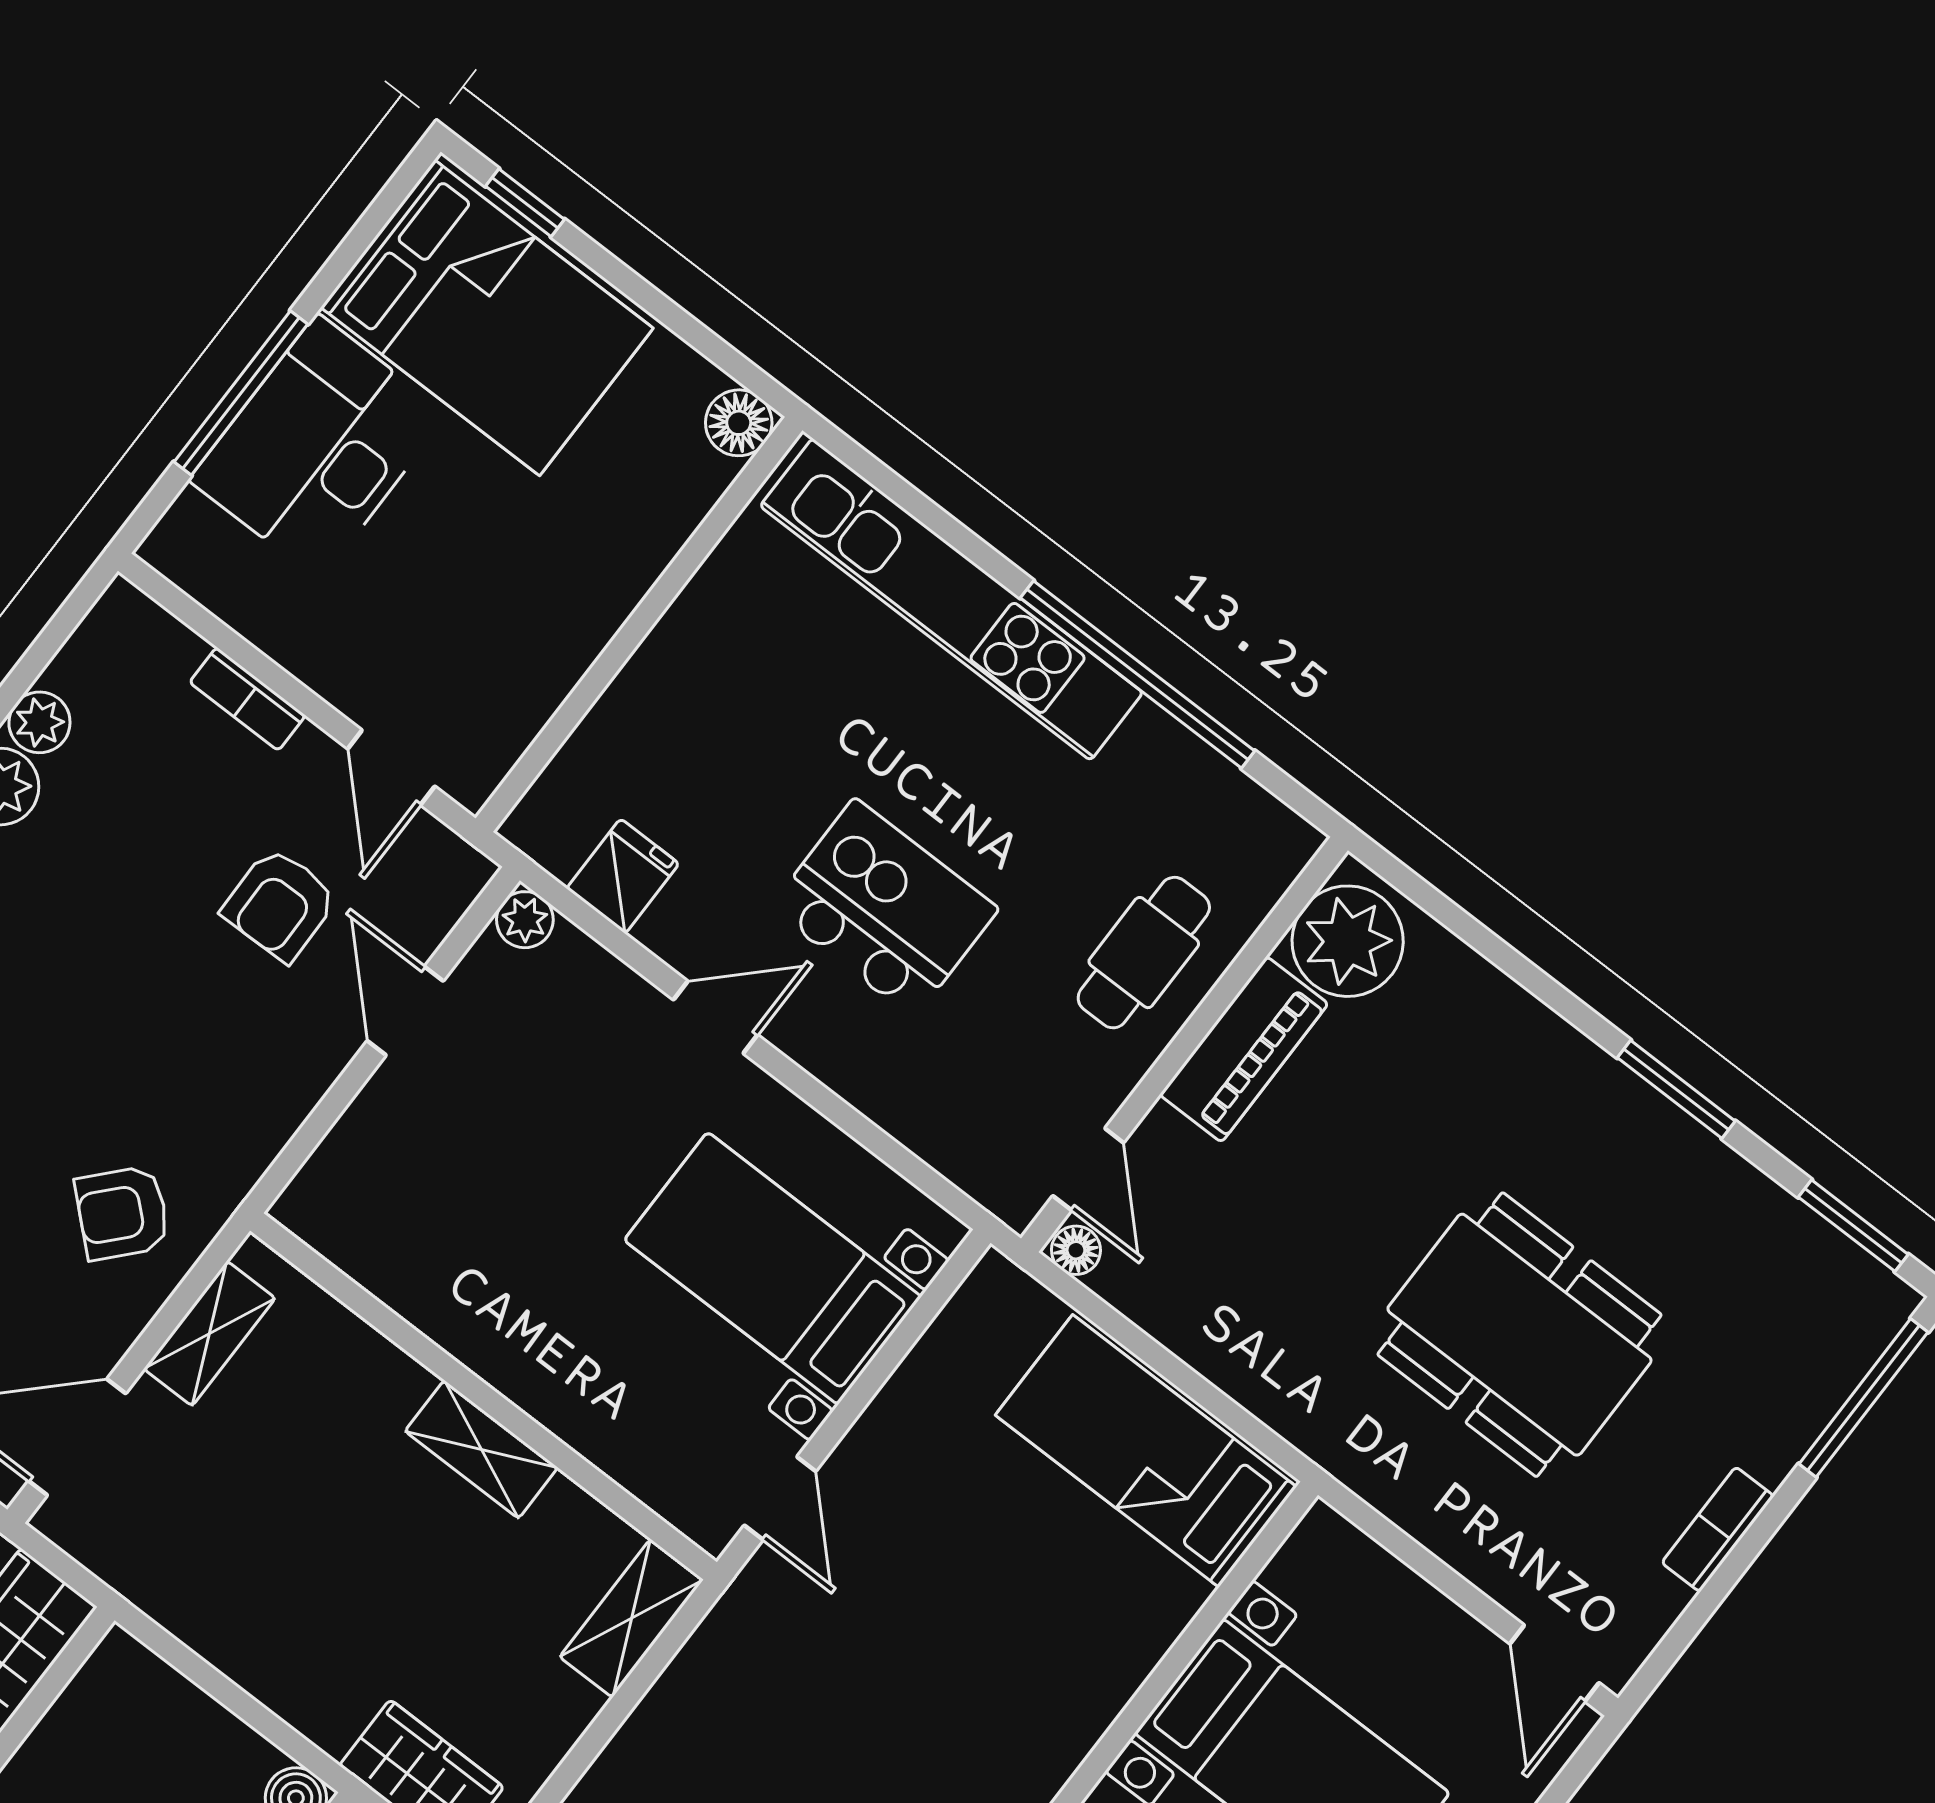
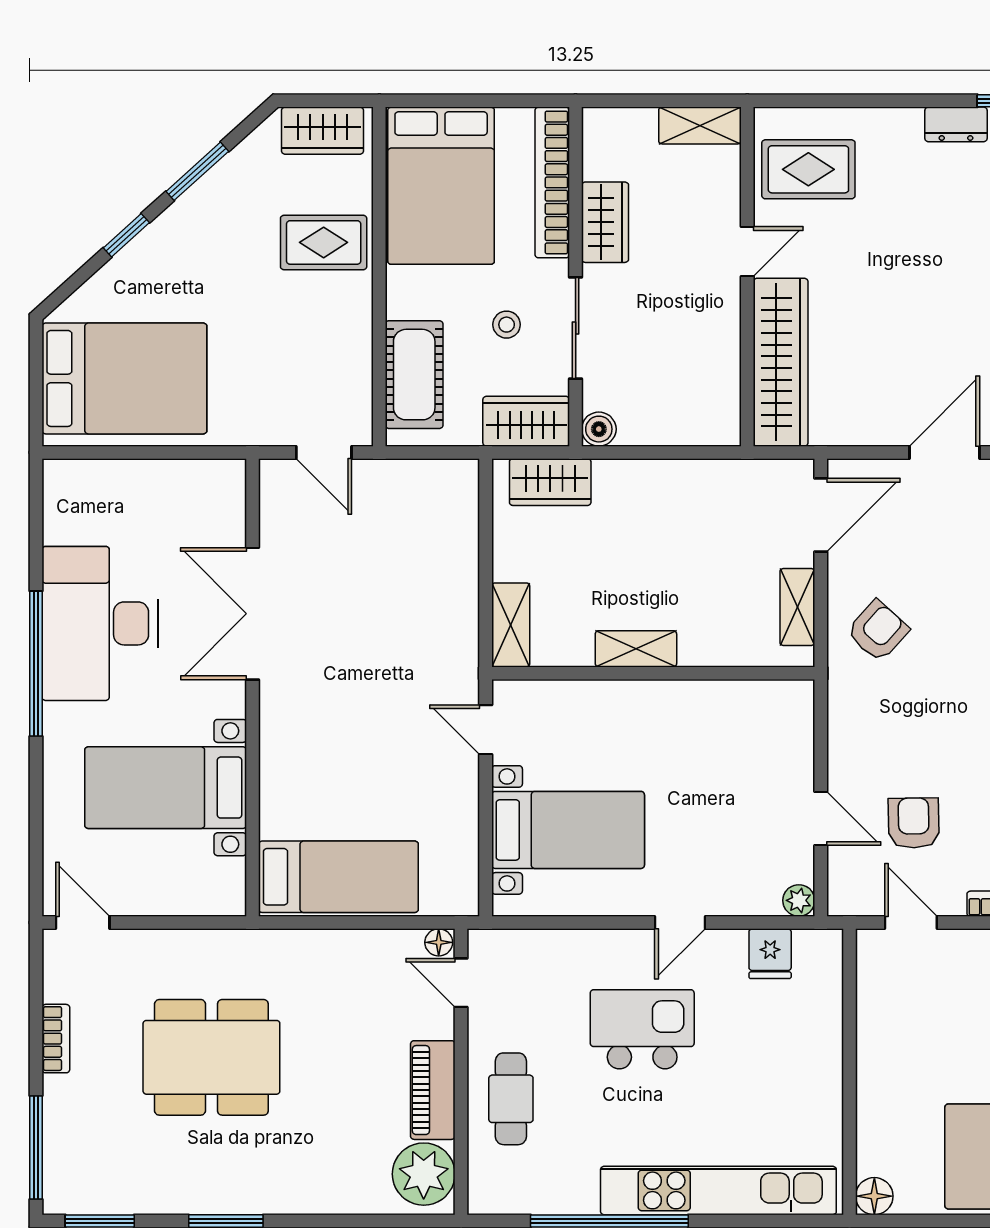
kitchen island: (884, 908) -> (642, 1029), turned 180

